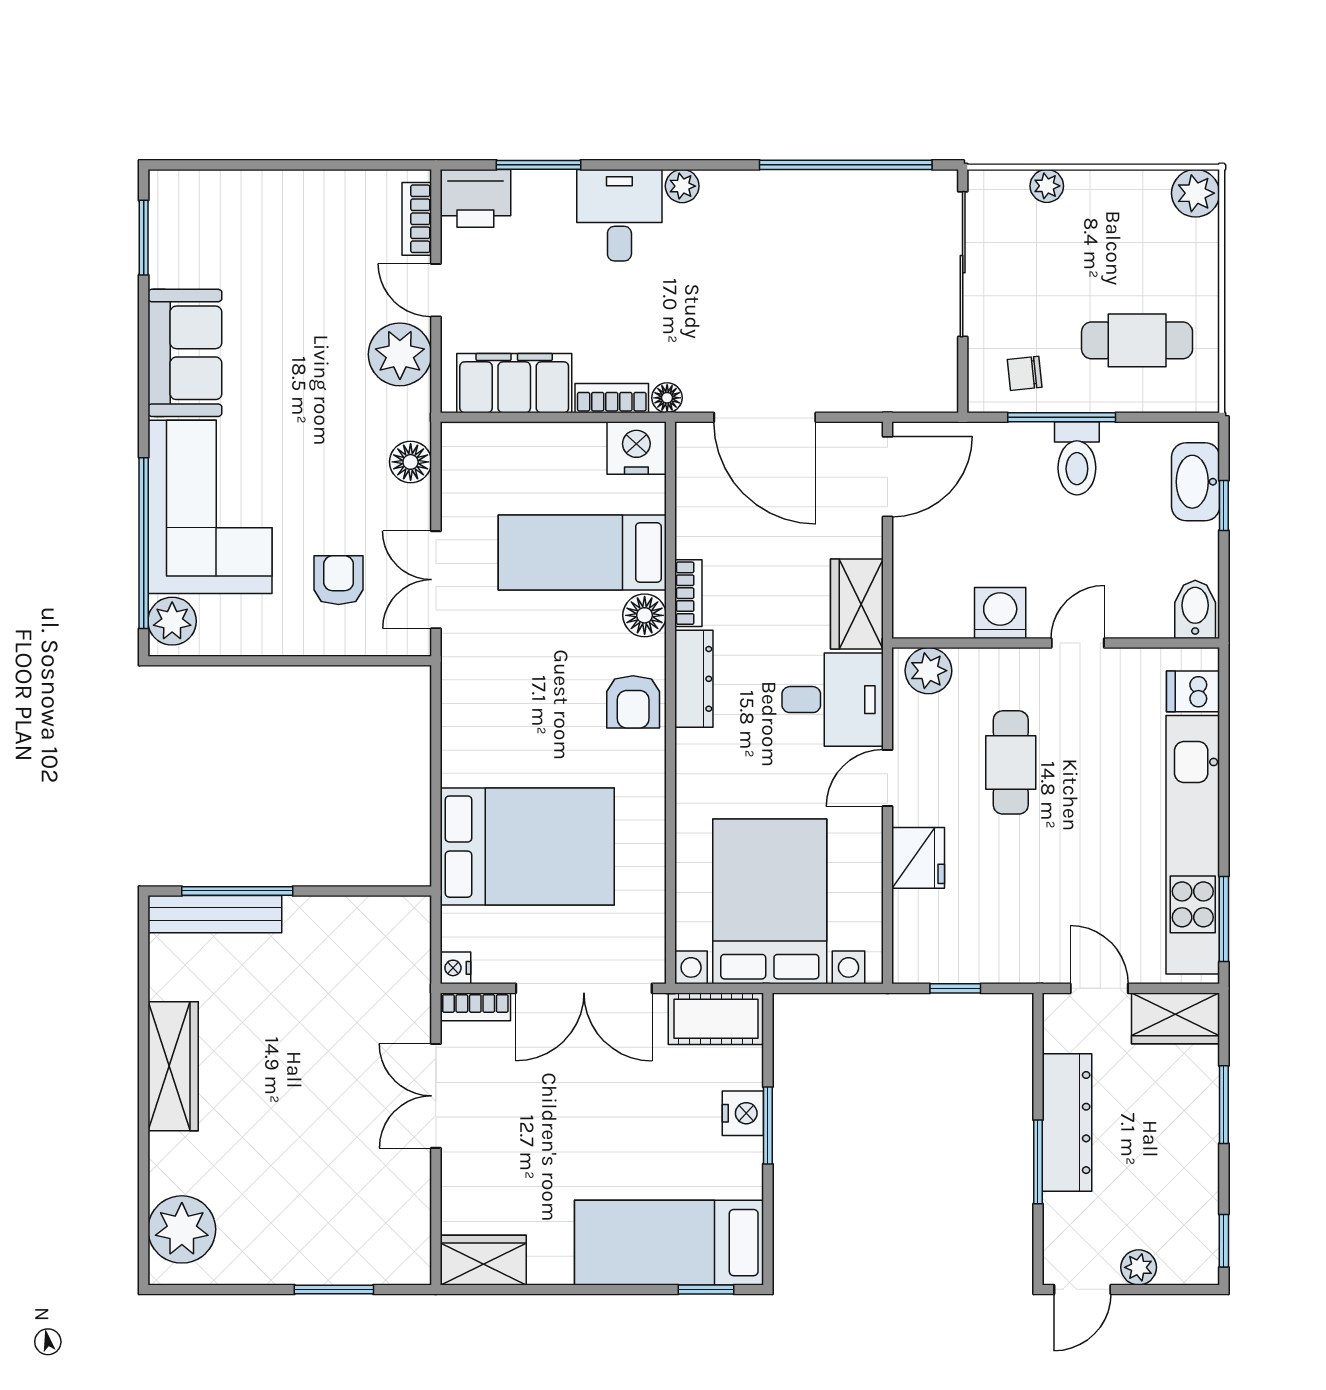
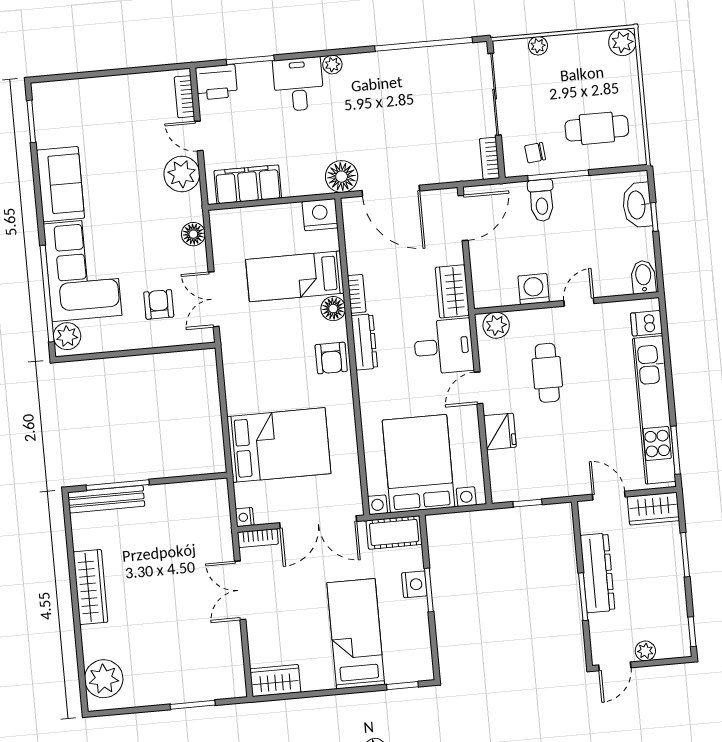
bookcase: (612, 398) -> (490, 158), moved, turned -90
floor lamp: (667, 398) -> (342, 177), width x1.89, depth x1.89
toilet: (1077, 458) -> (541, 200), moved
bed: (669, 1243) -> (356, 634), moved, turned 90

